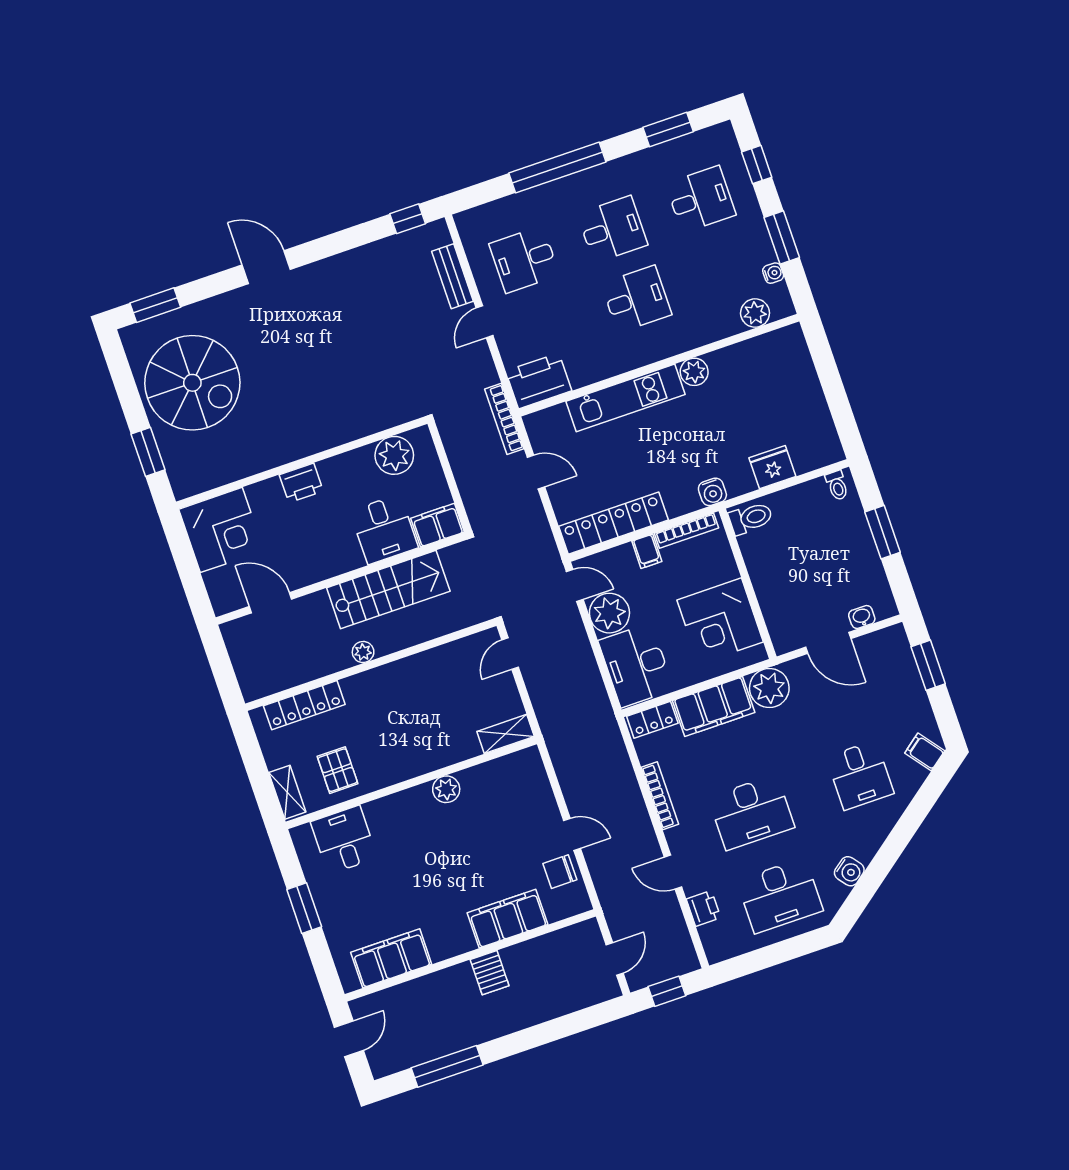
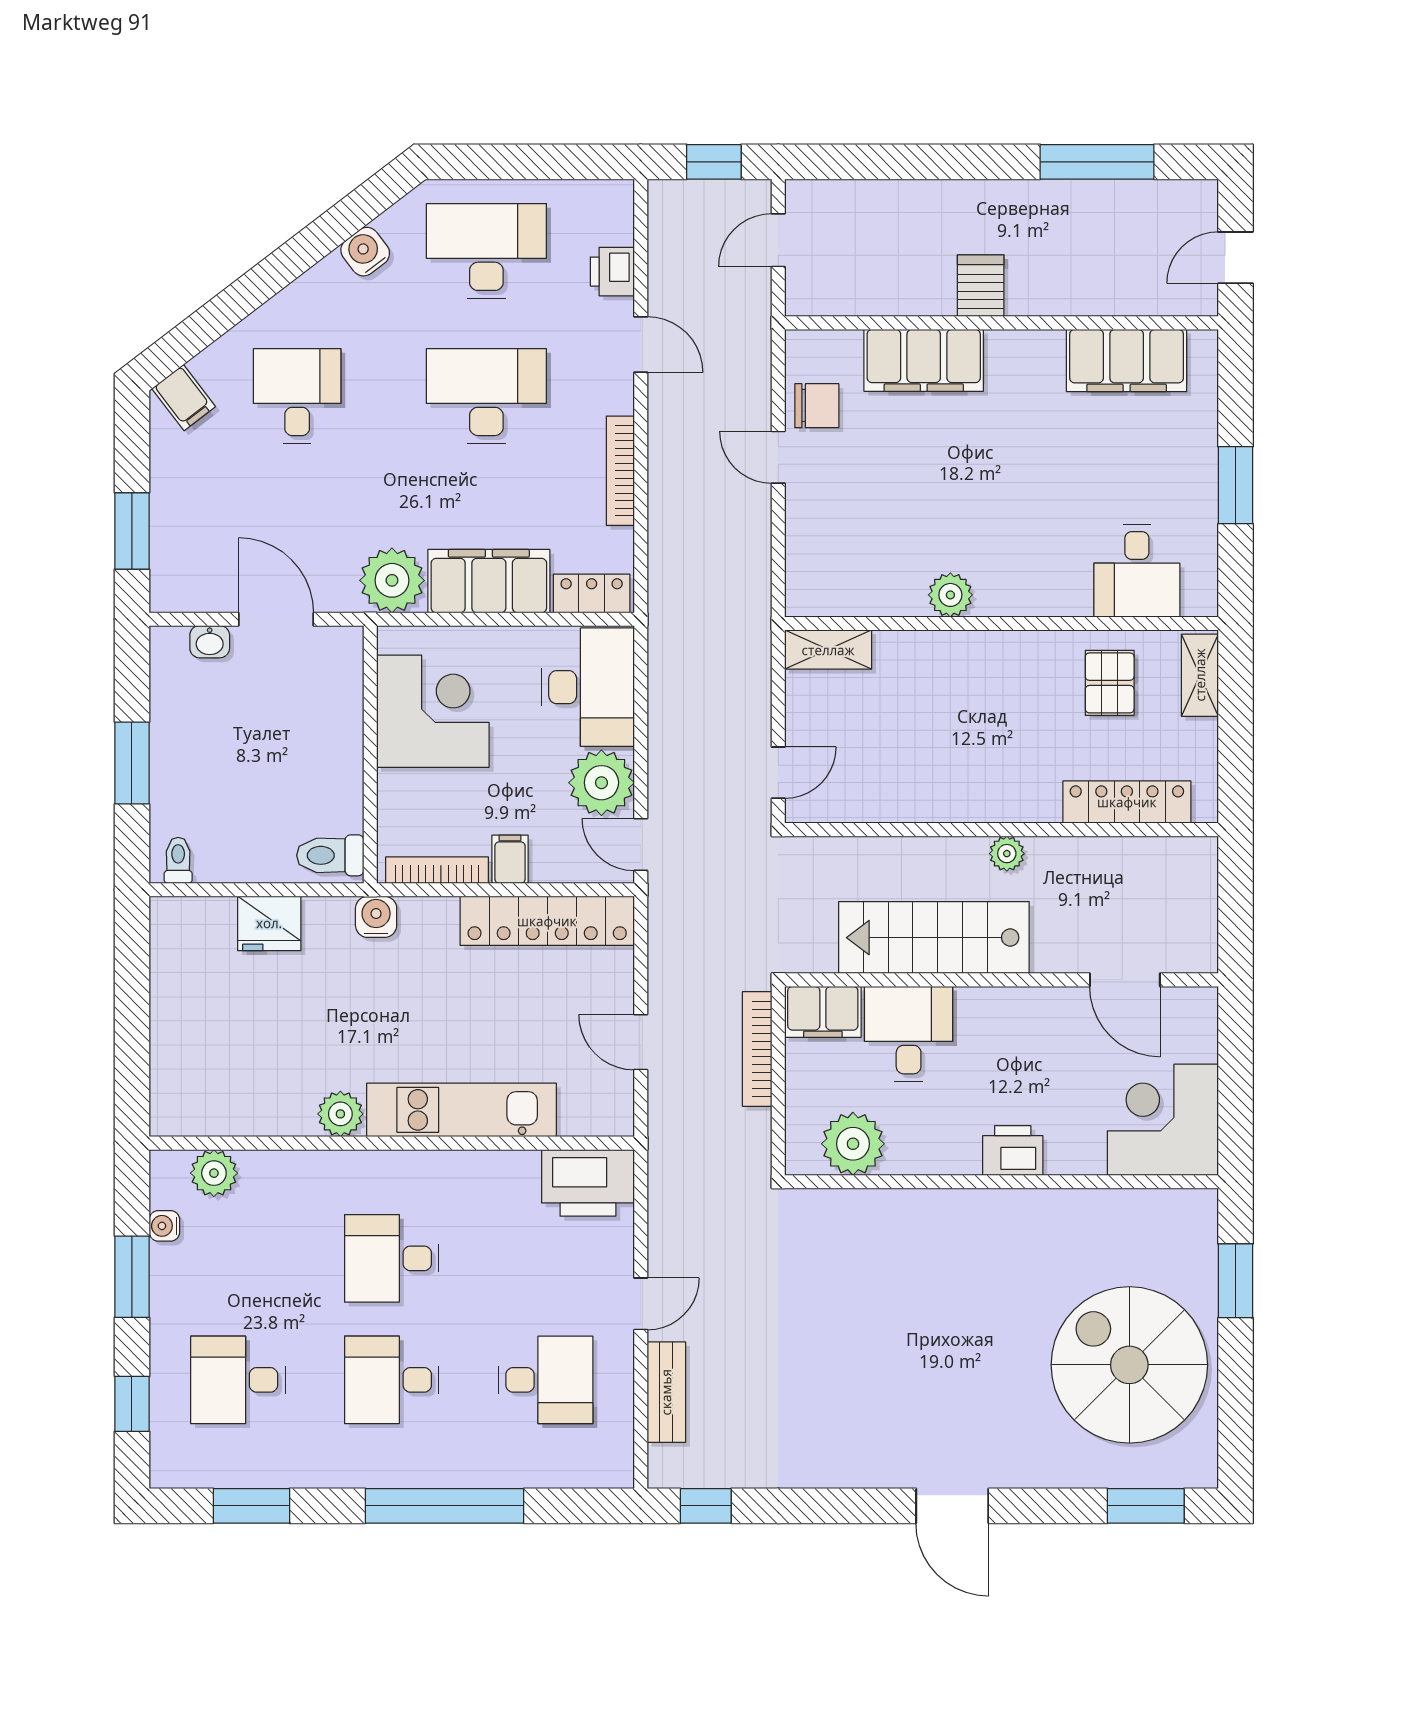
bookcase: (504, 419) -> (757, 1049), moved, turned 180

